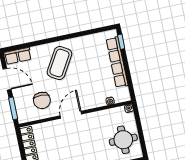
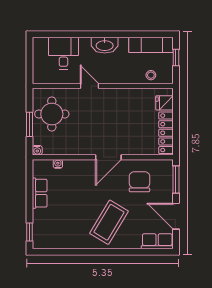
row of seats: (117, 62) -> (40, 193), width x0.50
window: (139, 128) -> (30, 124), added

